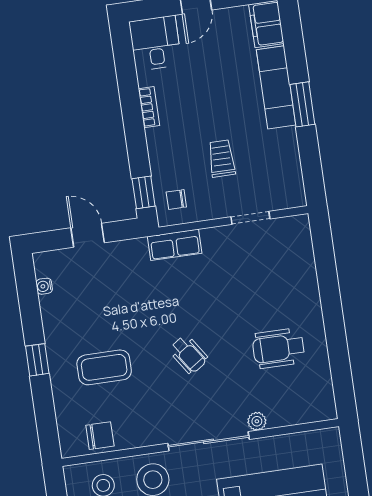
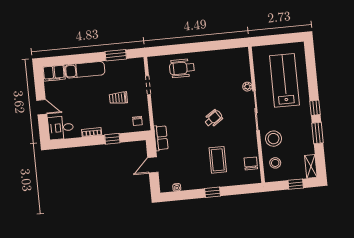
window: (302, 104) -> (116, 55), moved
window: (144, 192) -> (112, 139), moved
row of seats: (175, 245) -> (161, 138), moved
wheelchair: (278, 348) -> (182, 68), moved, turned 90

